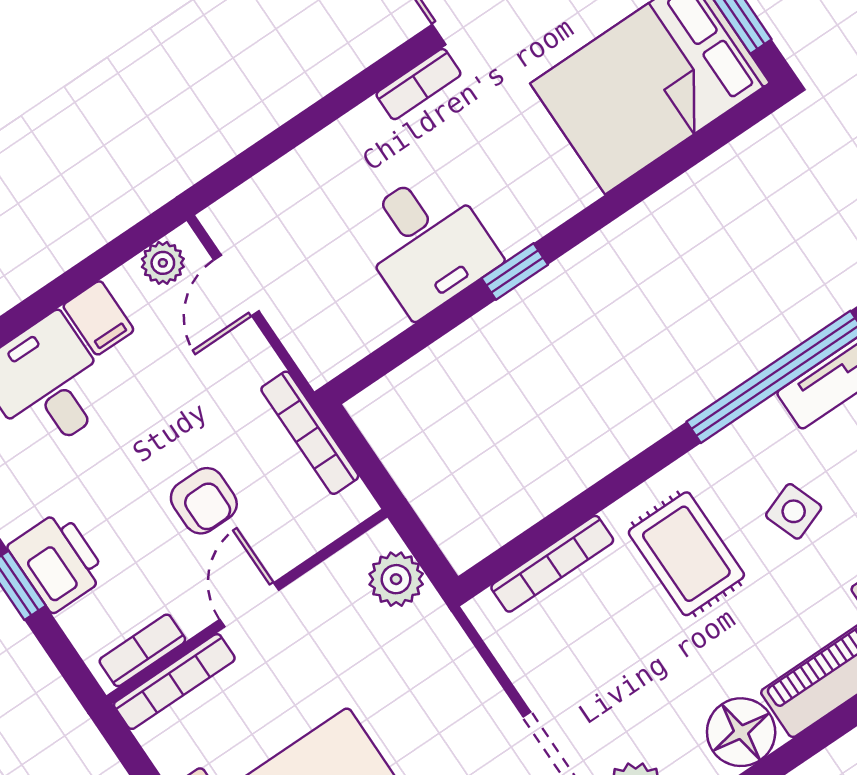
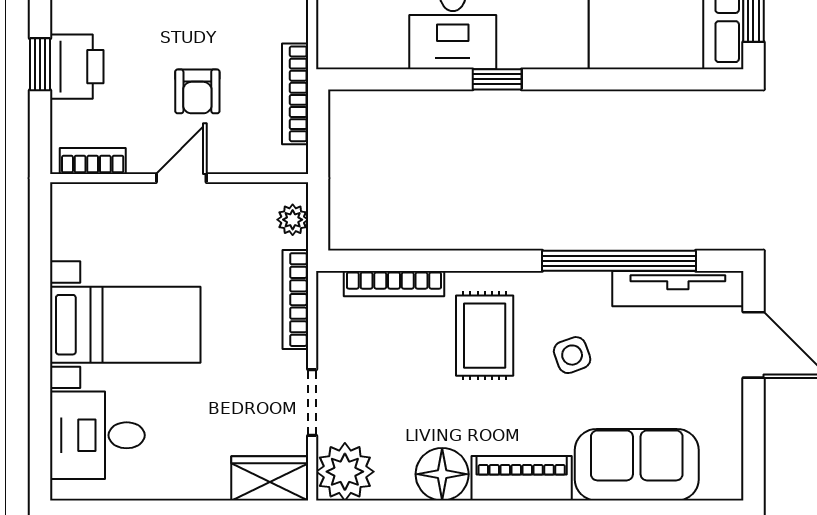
plant: (396, 579) -> (293, 220), width x0.73, depth x0.73
bookcase: (174, 682) -> (295, 300), moved, turned 90

